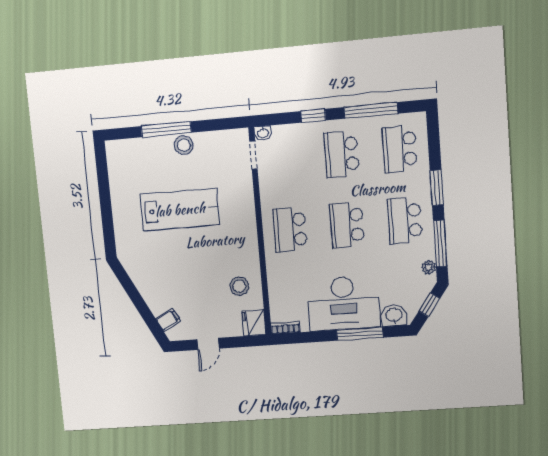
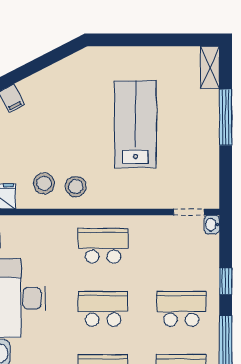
stool: (184, 145) -> (76, 187), moved
shelving: (124, 148) -> (210, 67), added
lab bench: (180, 210) -> (135, 124), turned 180

